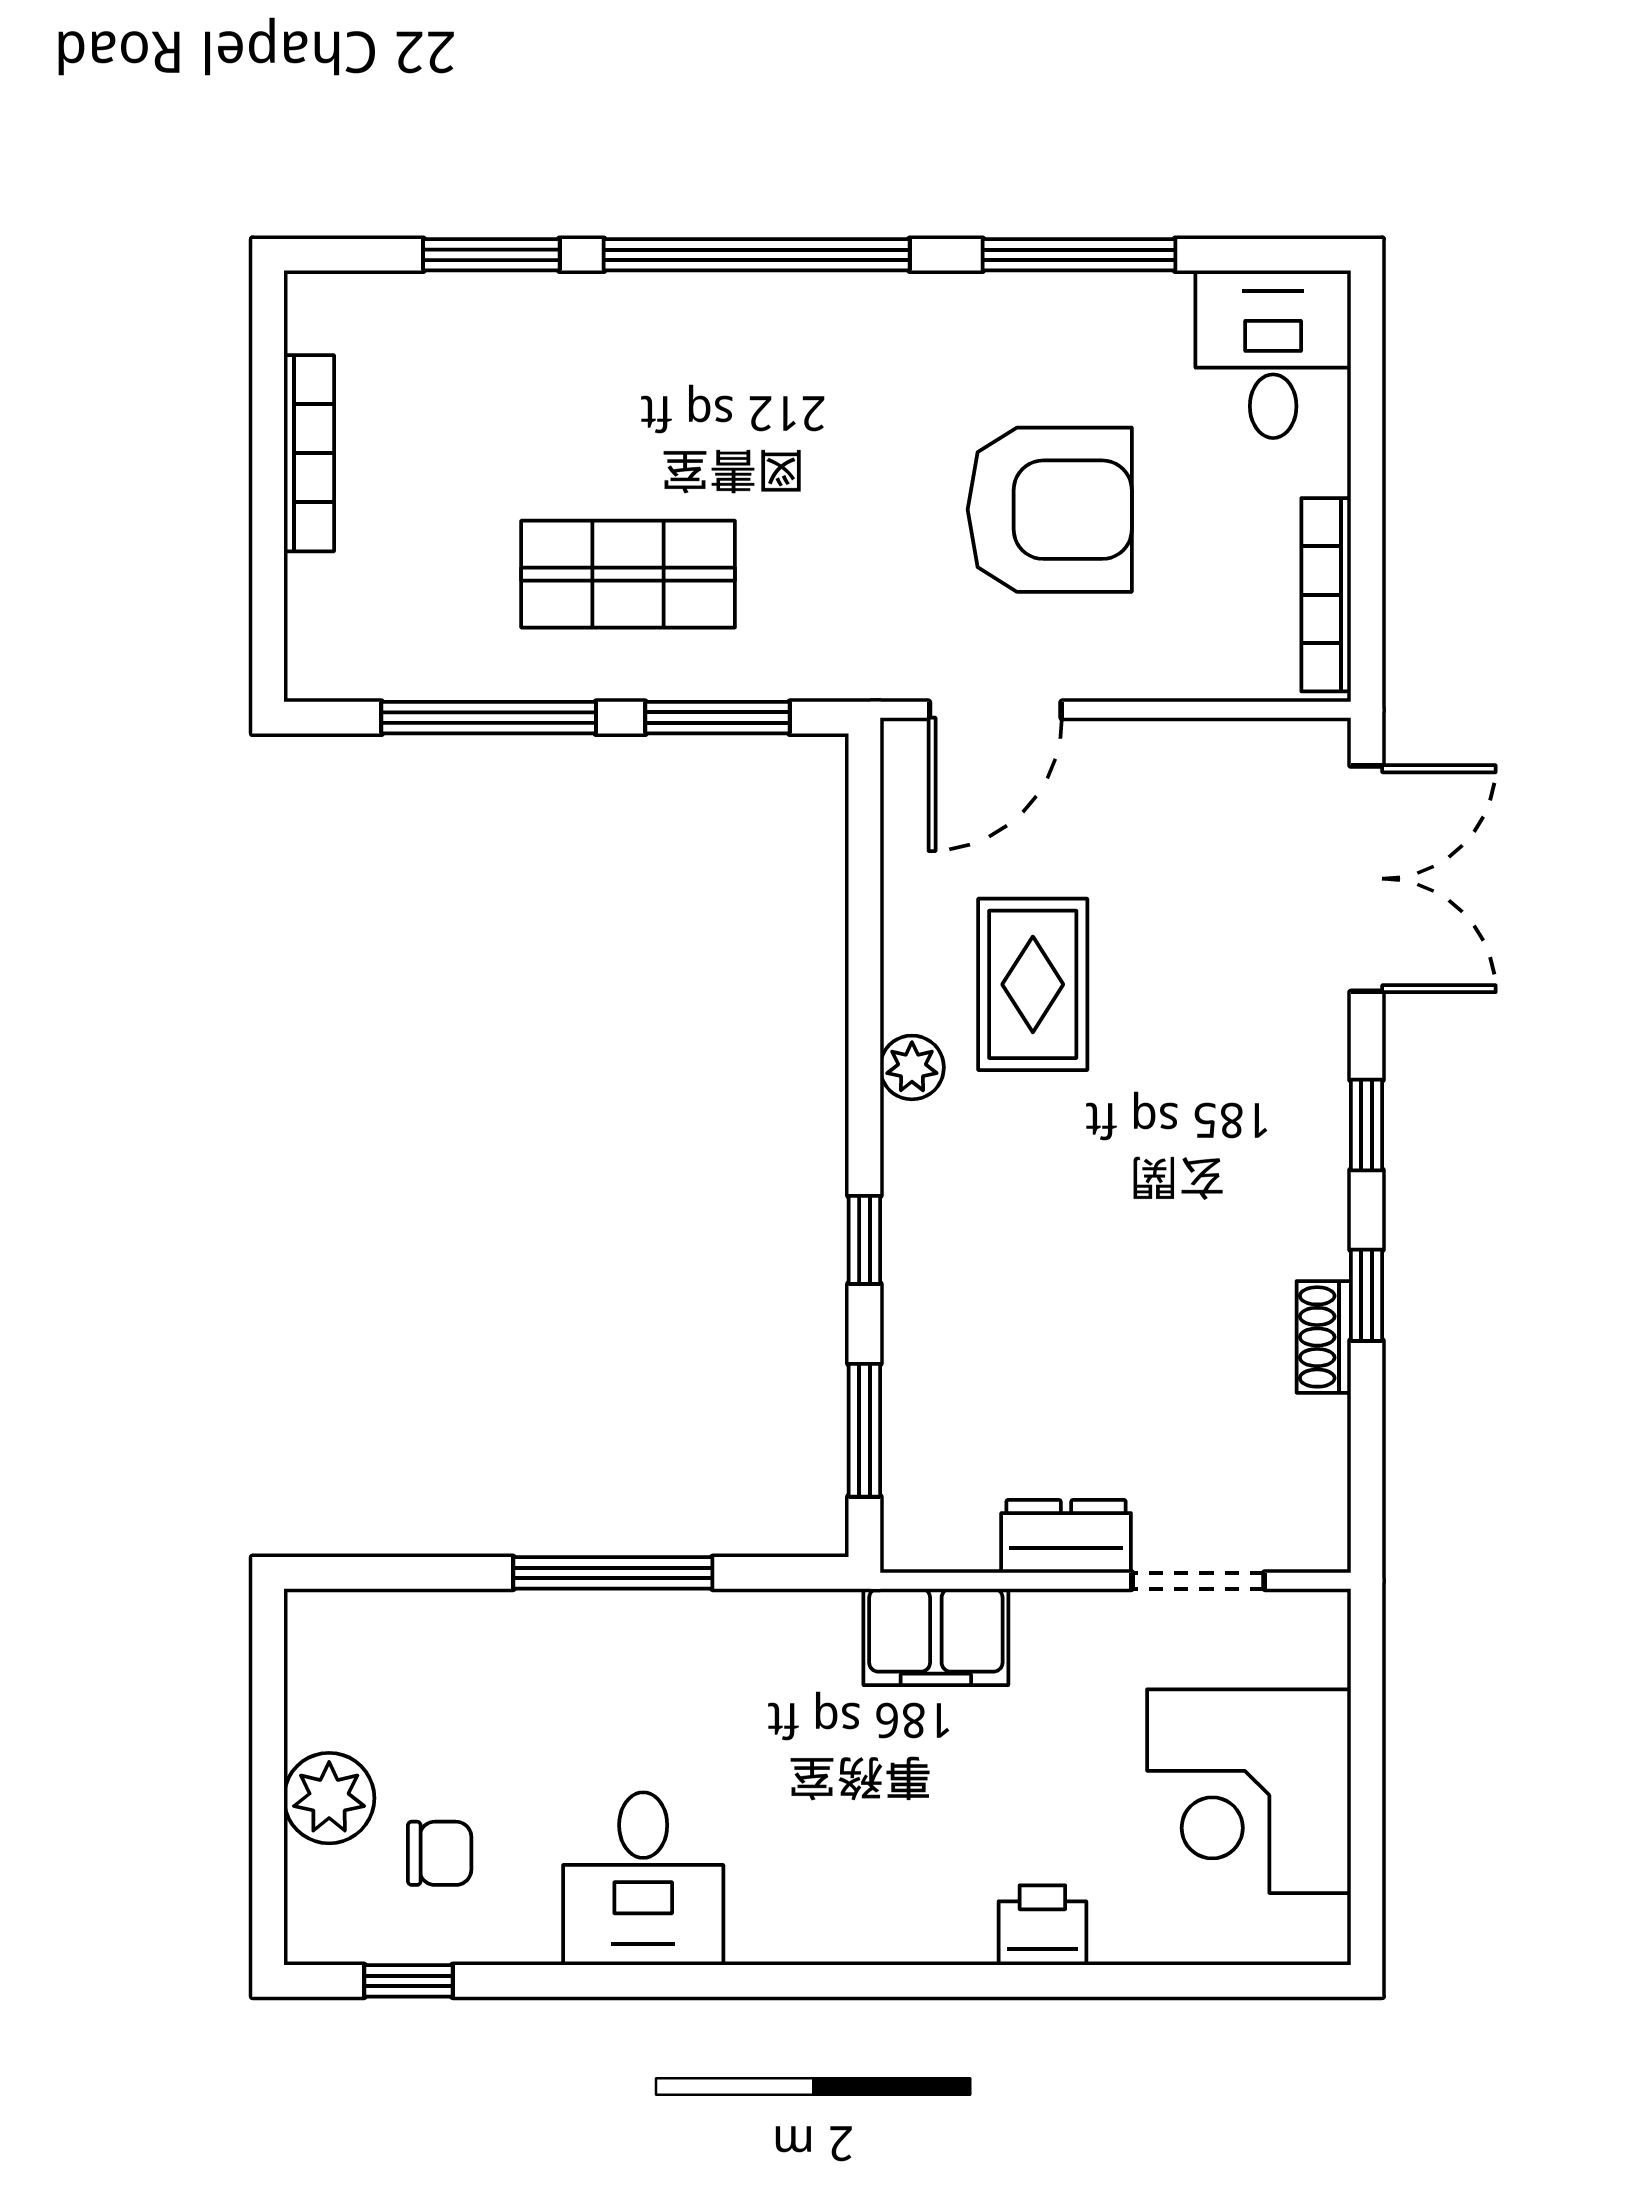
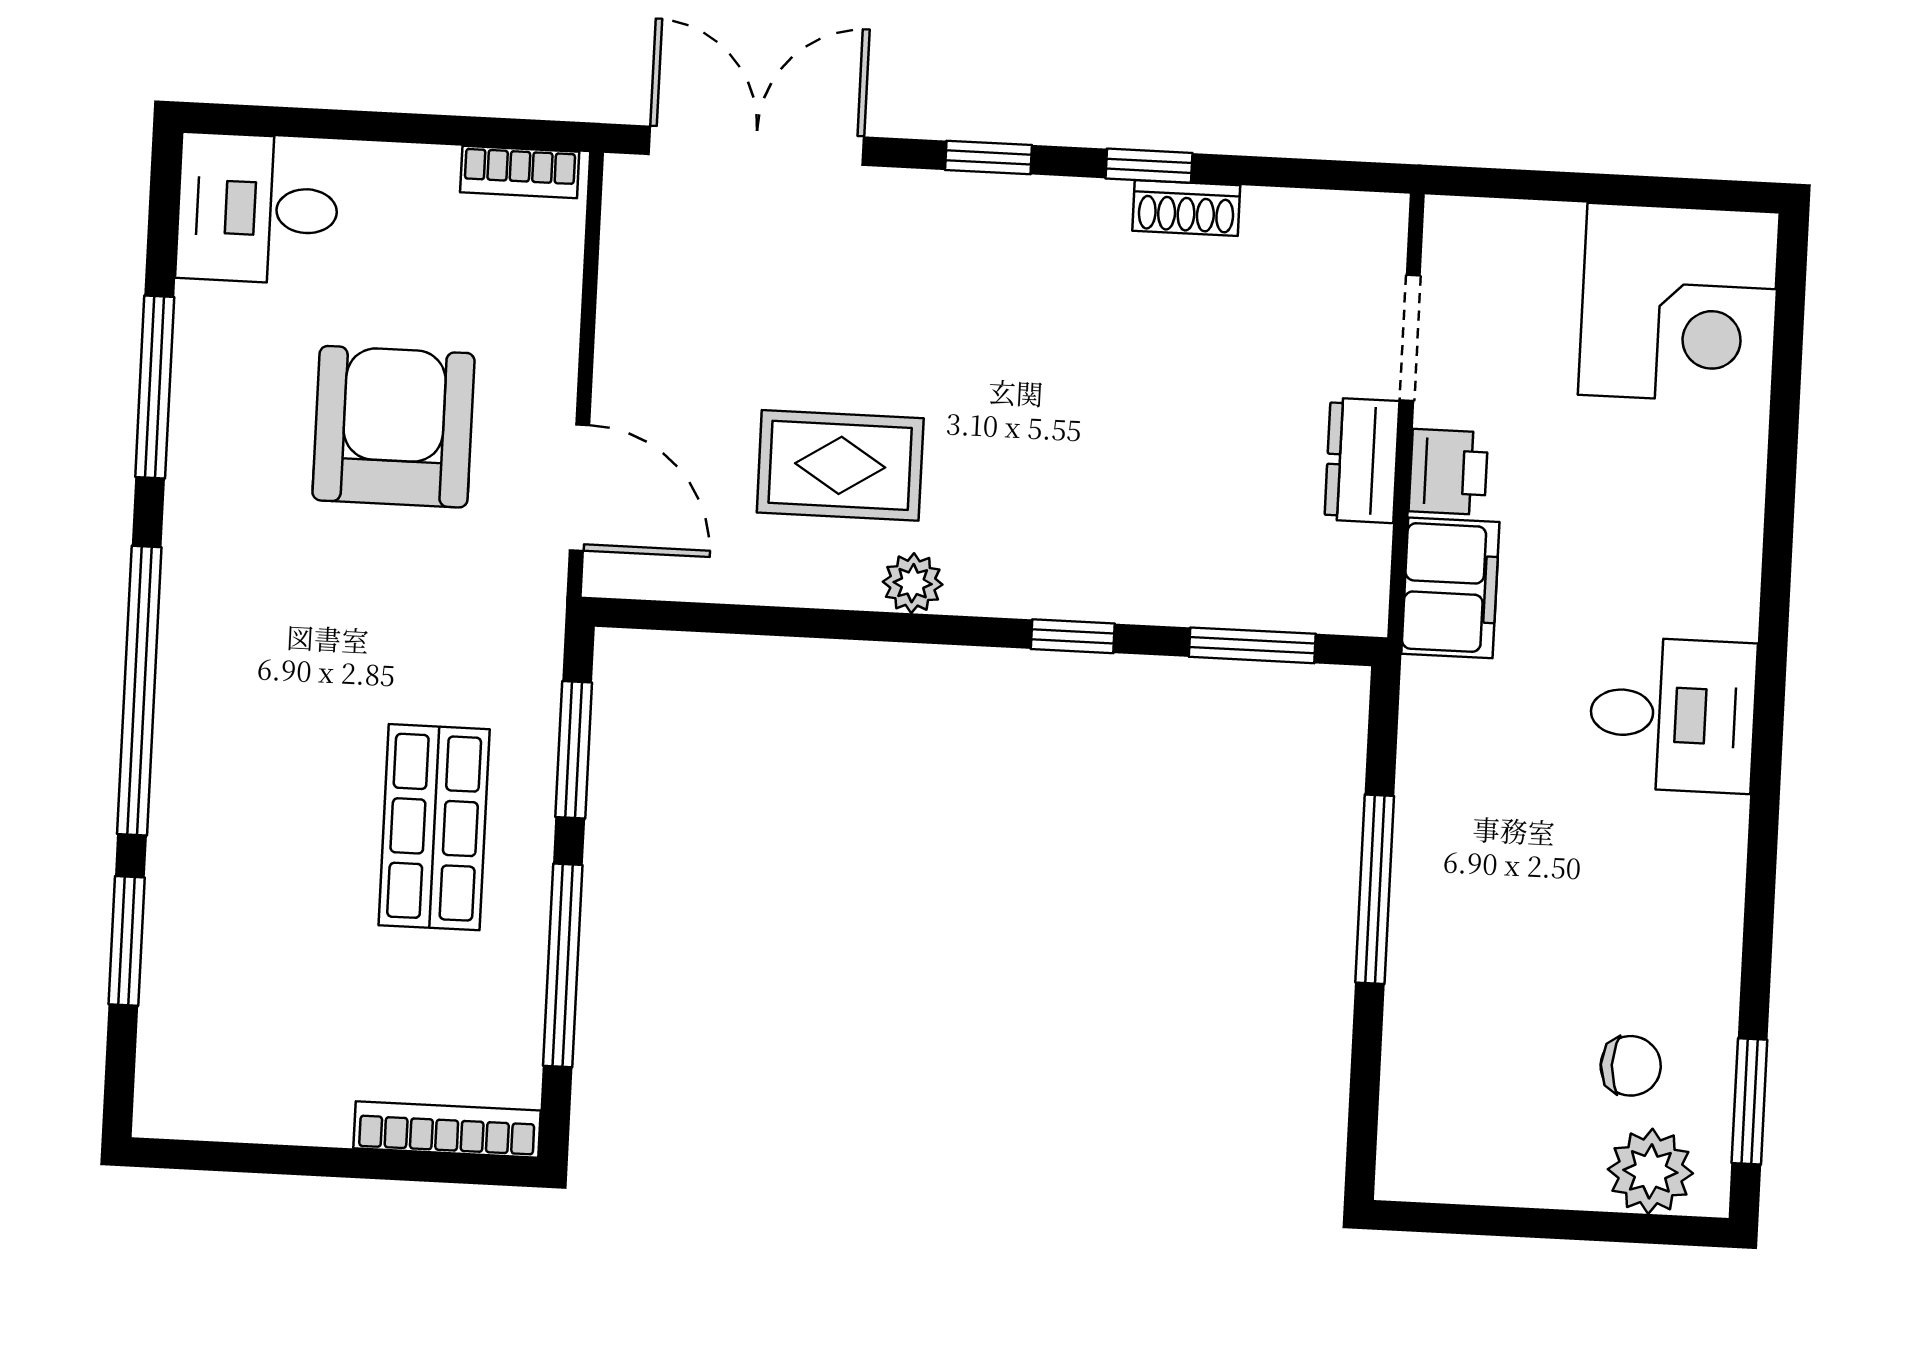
bookcase: (309, 453) -> (447, 1129), moved
bookcase: (1326, 595) -> (520, 172), width x0.64
corner desk: (1249, 1791) -> (1679, 304), moved
plant: (329, 1798) -> (1650, 1171), moved
chair: (440, 1853) -> (1631, 1066), turned 90
desk: (643, 1879) -> (1673, 715), moved
printer: (1042, 1925) -> (1448, 472), moved, turned 180
window: (408, 1981) -> (1749, 1101), width x1.50

